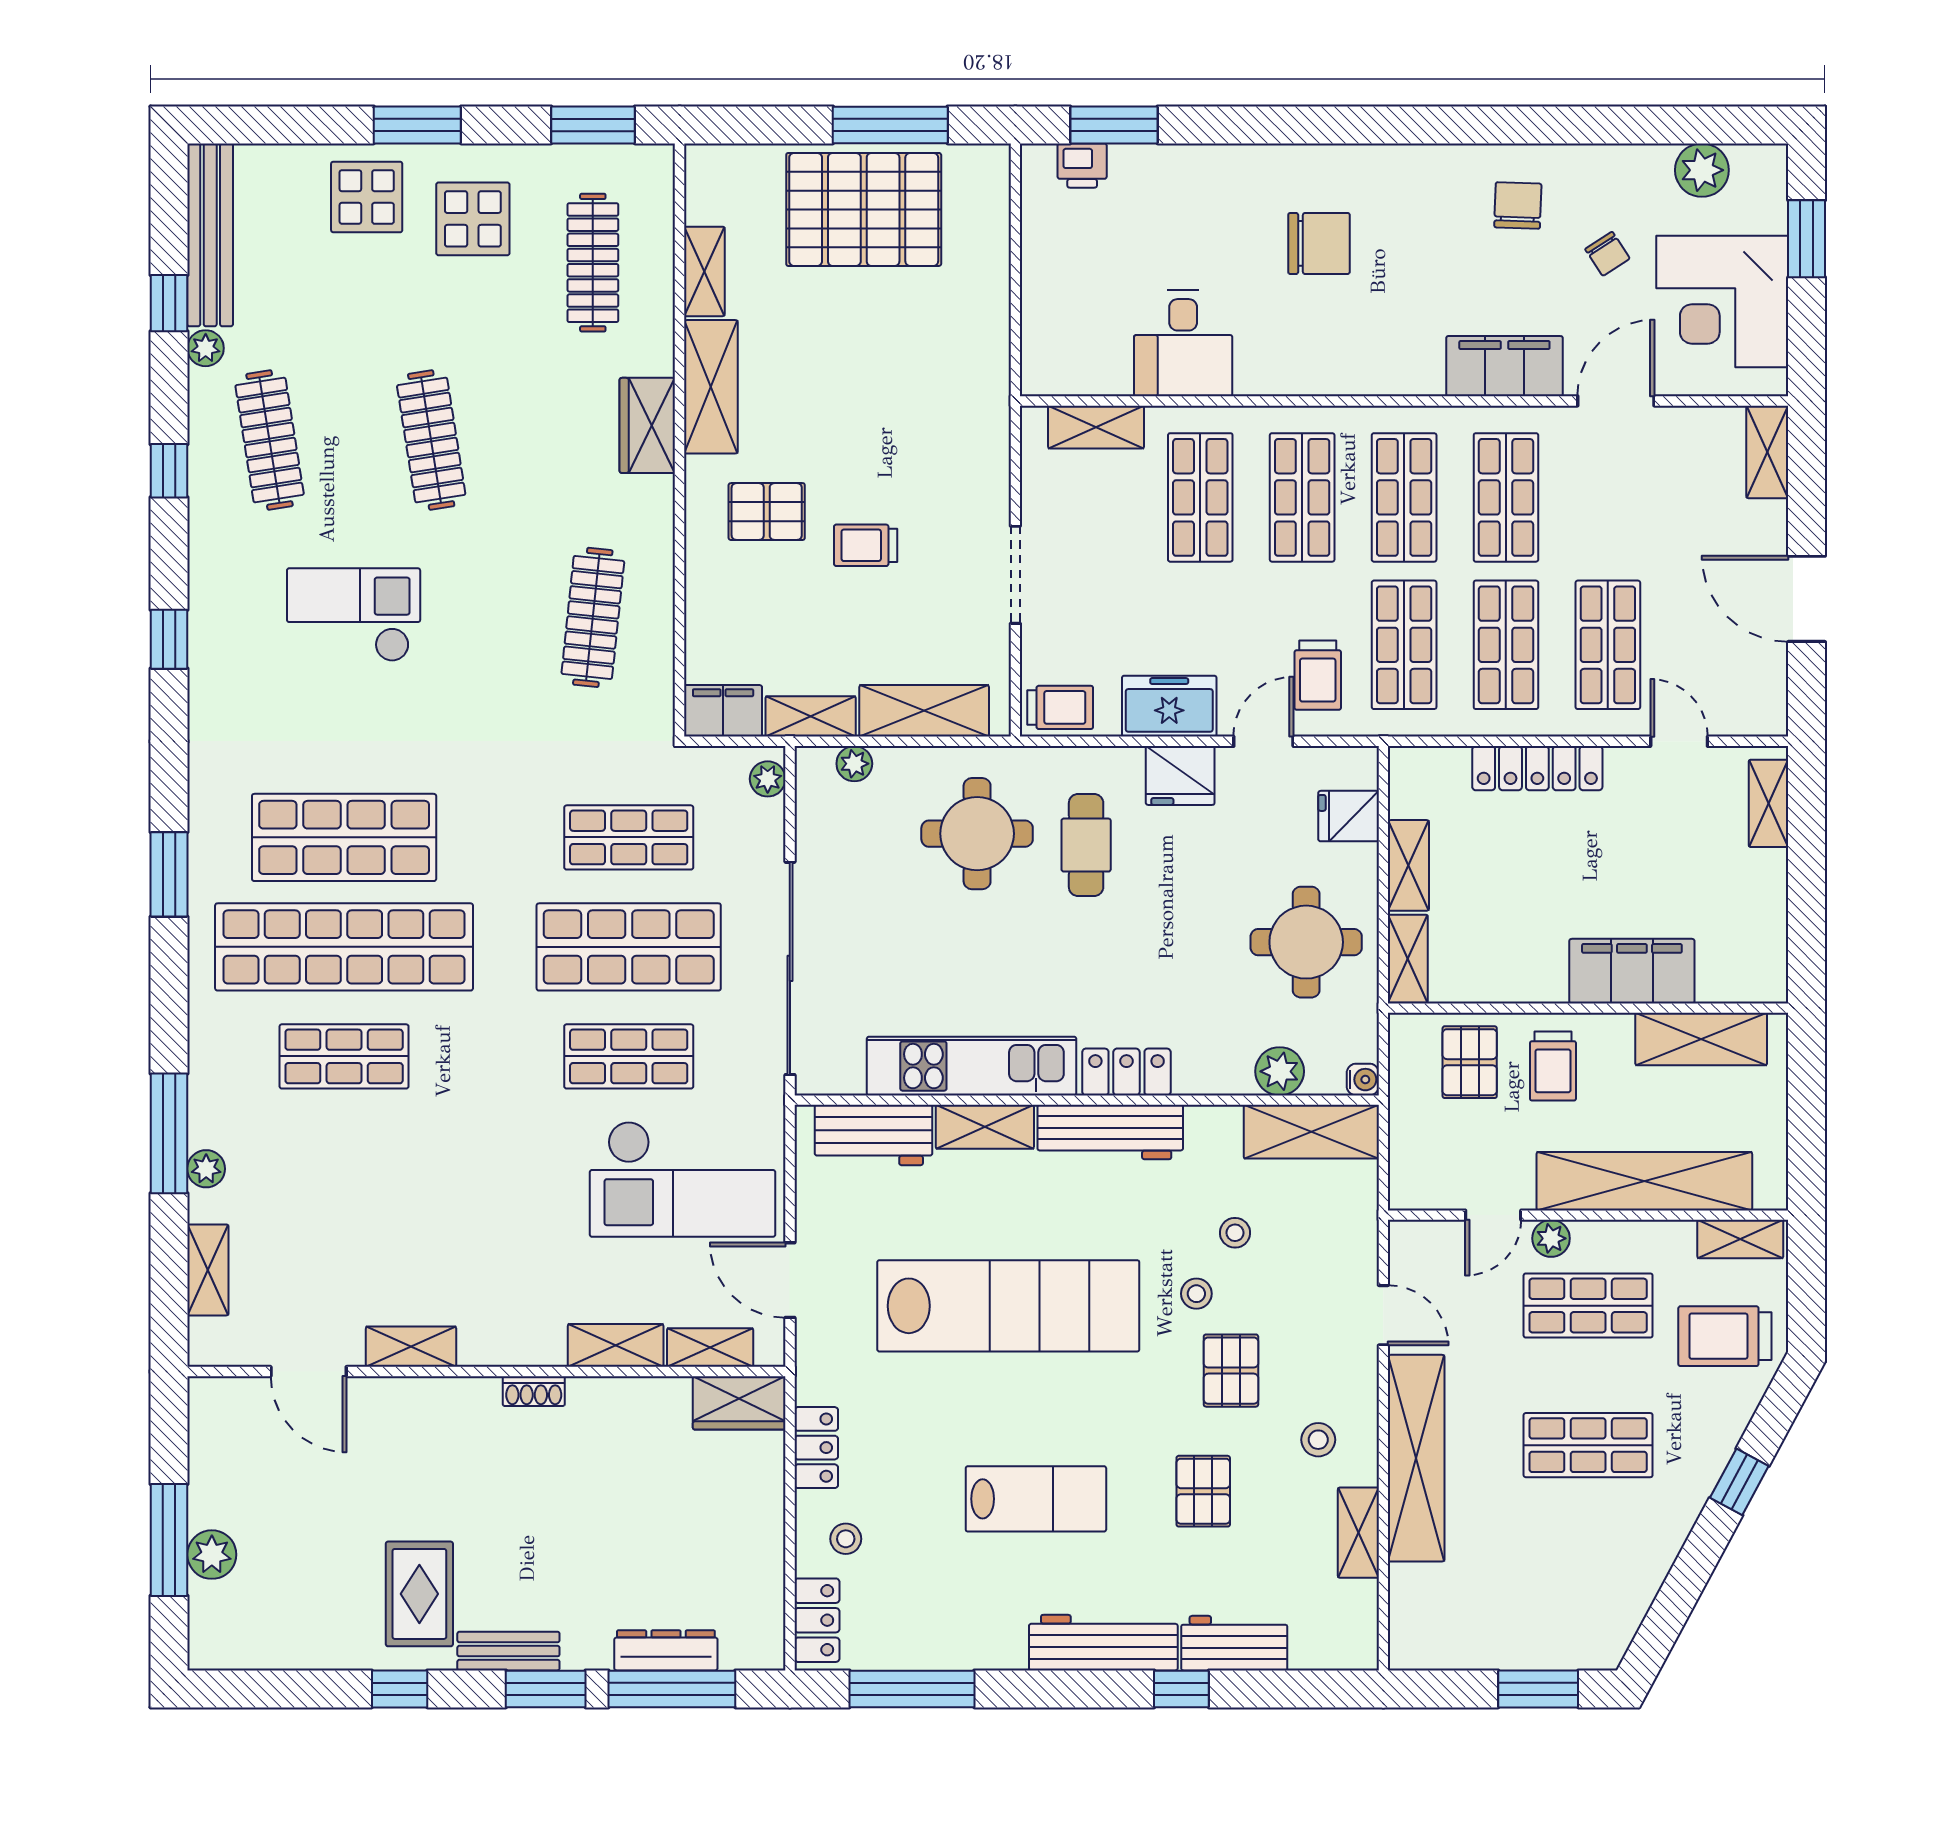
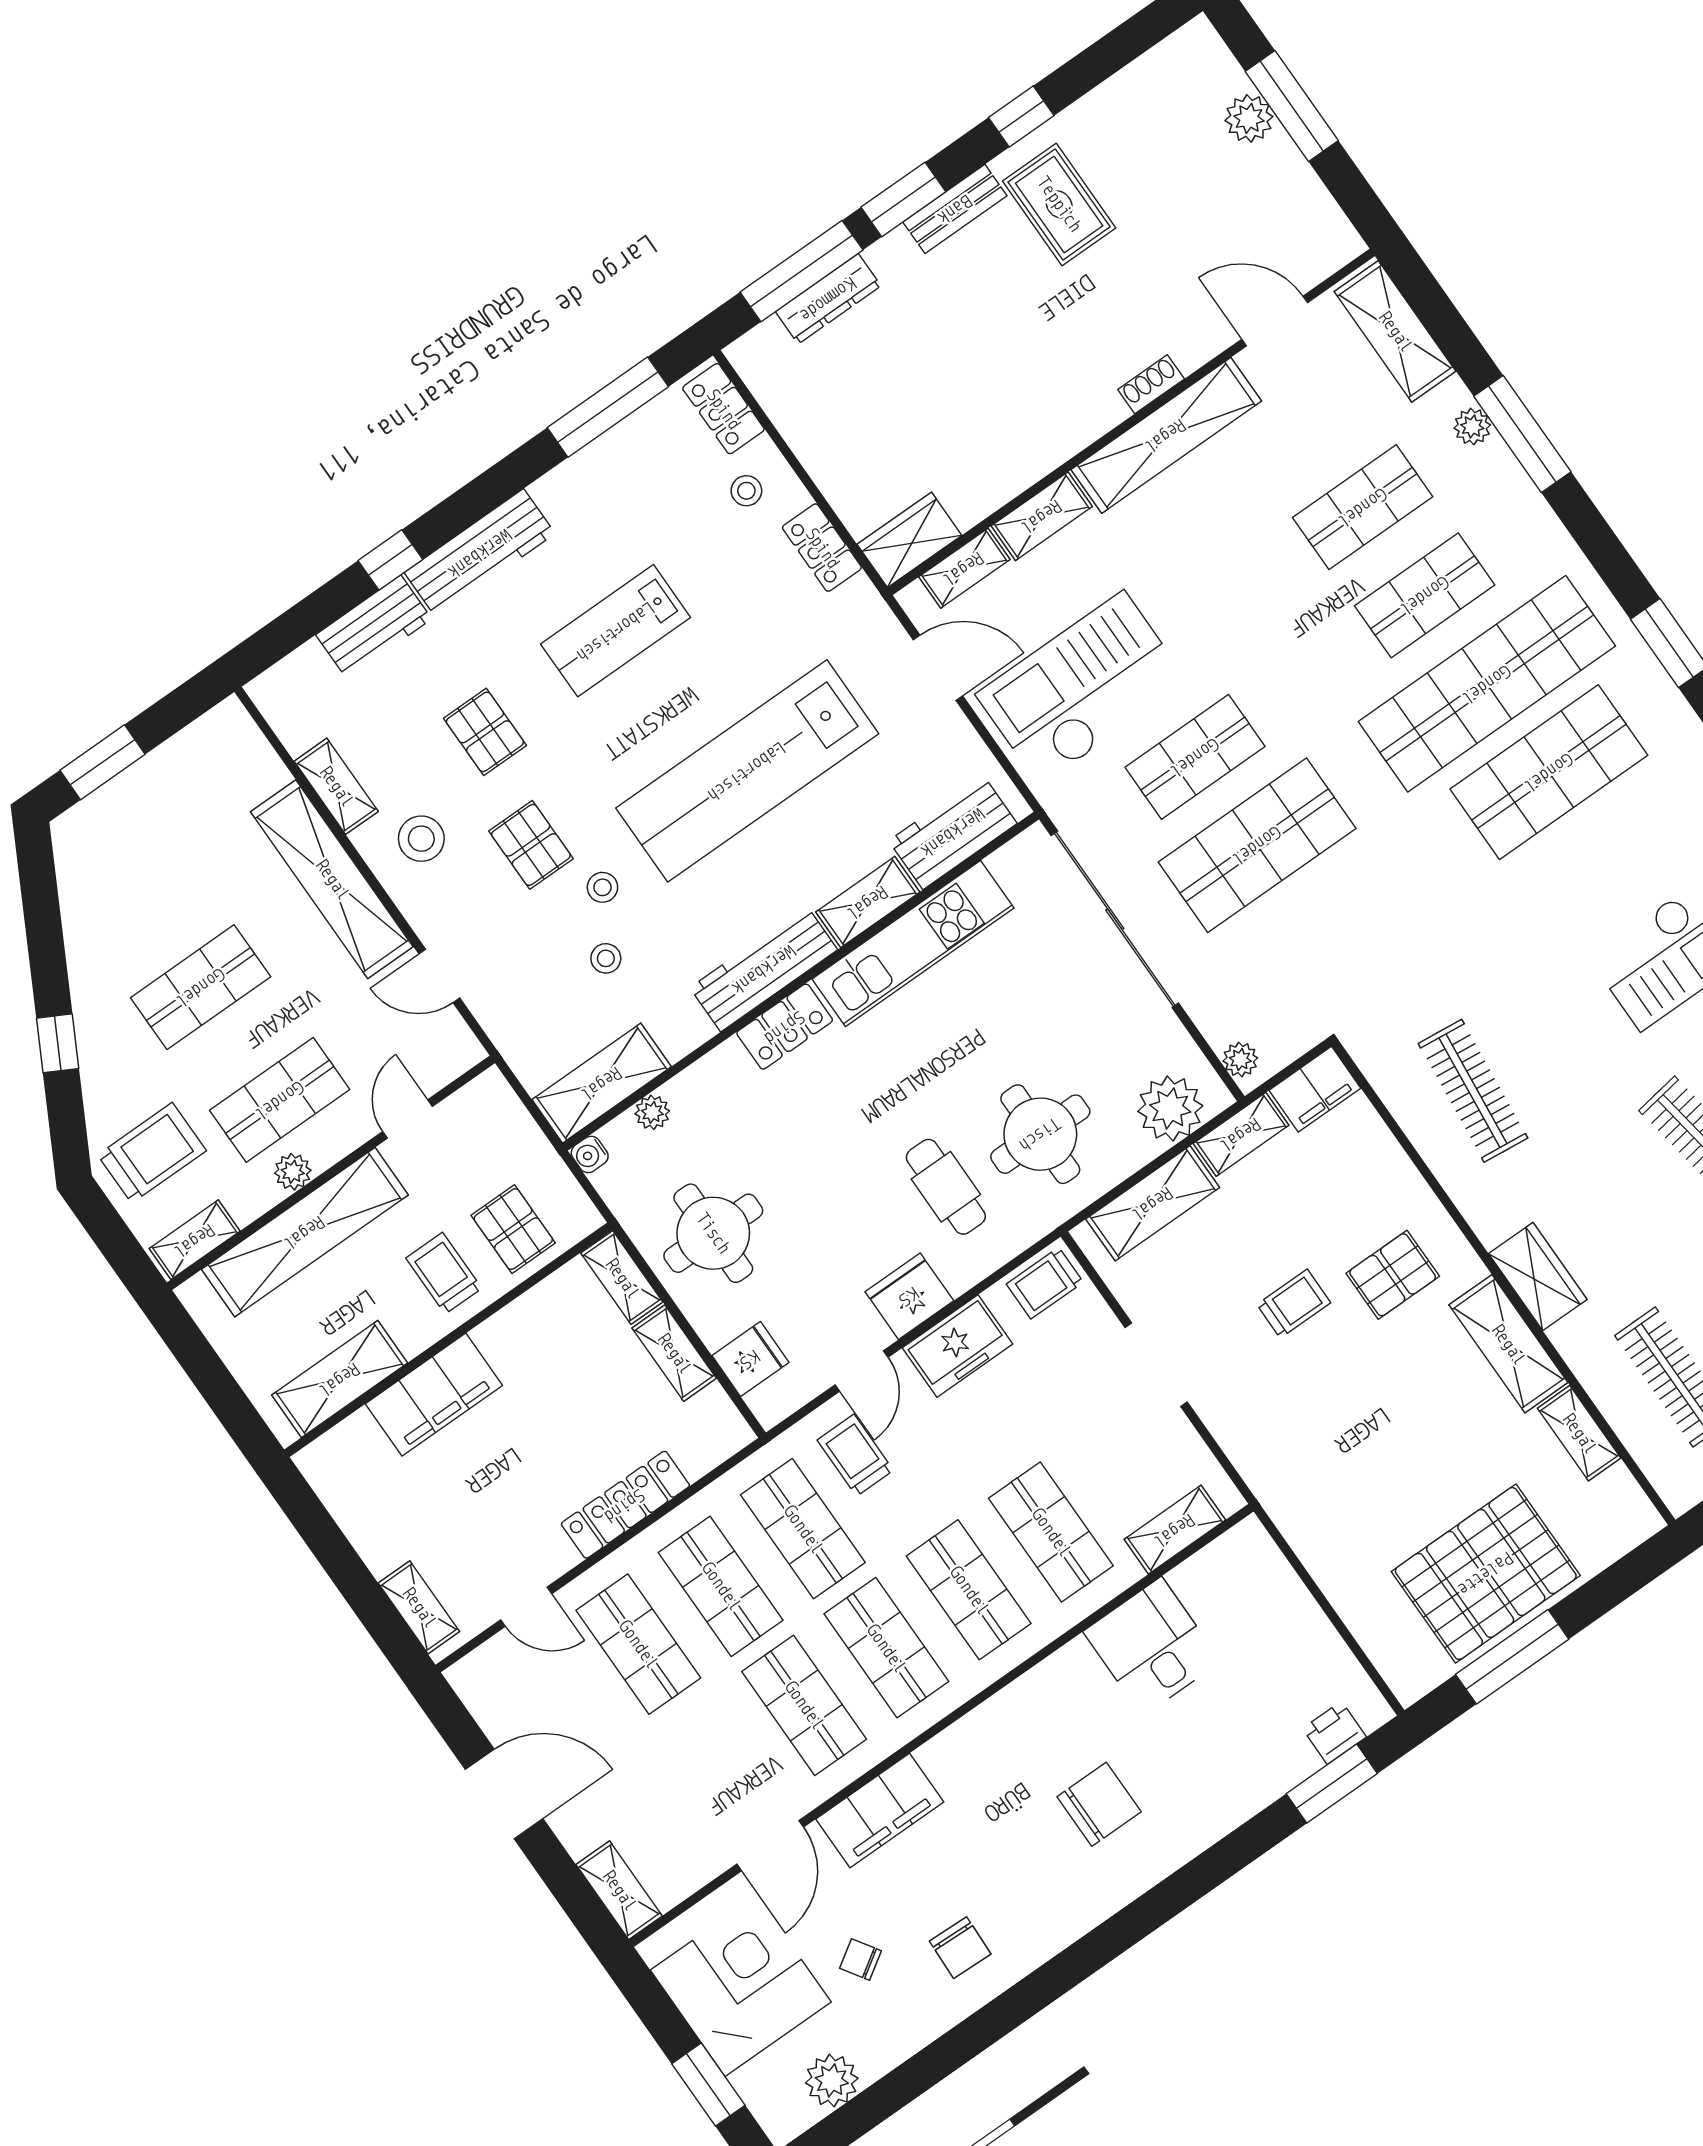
chair: (1319, 243) -> (1099, 1804), turned 180
plant: (854, 764) -> (1170, 1108), width x1.87, depth x1.87
shop shelf: (629, 837) -> (1363, 507), moved
plant: (1280, 1071) -> (652, 1112), width x0.73, depth x0.73
plant: (1551, 1238) -> (293, 1172), moved
shelving: (208, 1270) -> (1395, 331), width x1.50, depth x1.33
shelving: (411, 1347) -> (1166, 435), width x2.20, depth x1.33
shoe rack: (534, 1391) -> (1151, 384), moved
stool: (1318, 1440) -> (421, 839), width x1.37, depth x1.37

